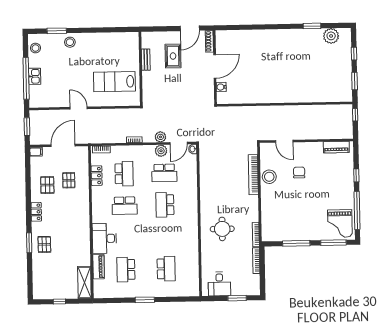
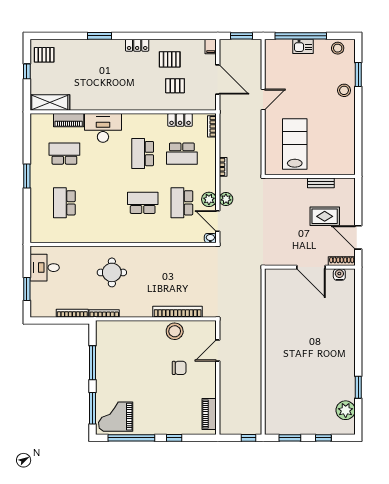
water cooler: (221, 87) -> (339, 275), moved
pallet: (44, 244) -> (44, 55), moved
school desk: (166, 269) -> (64, 203), turned 90

